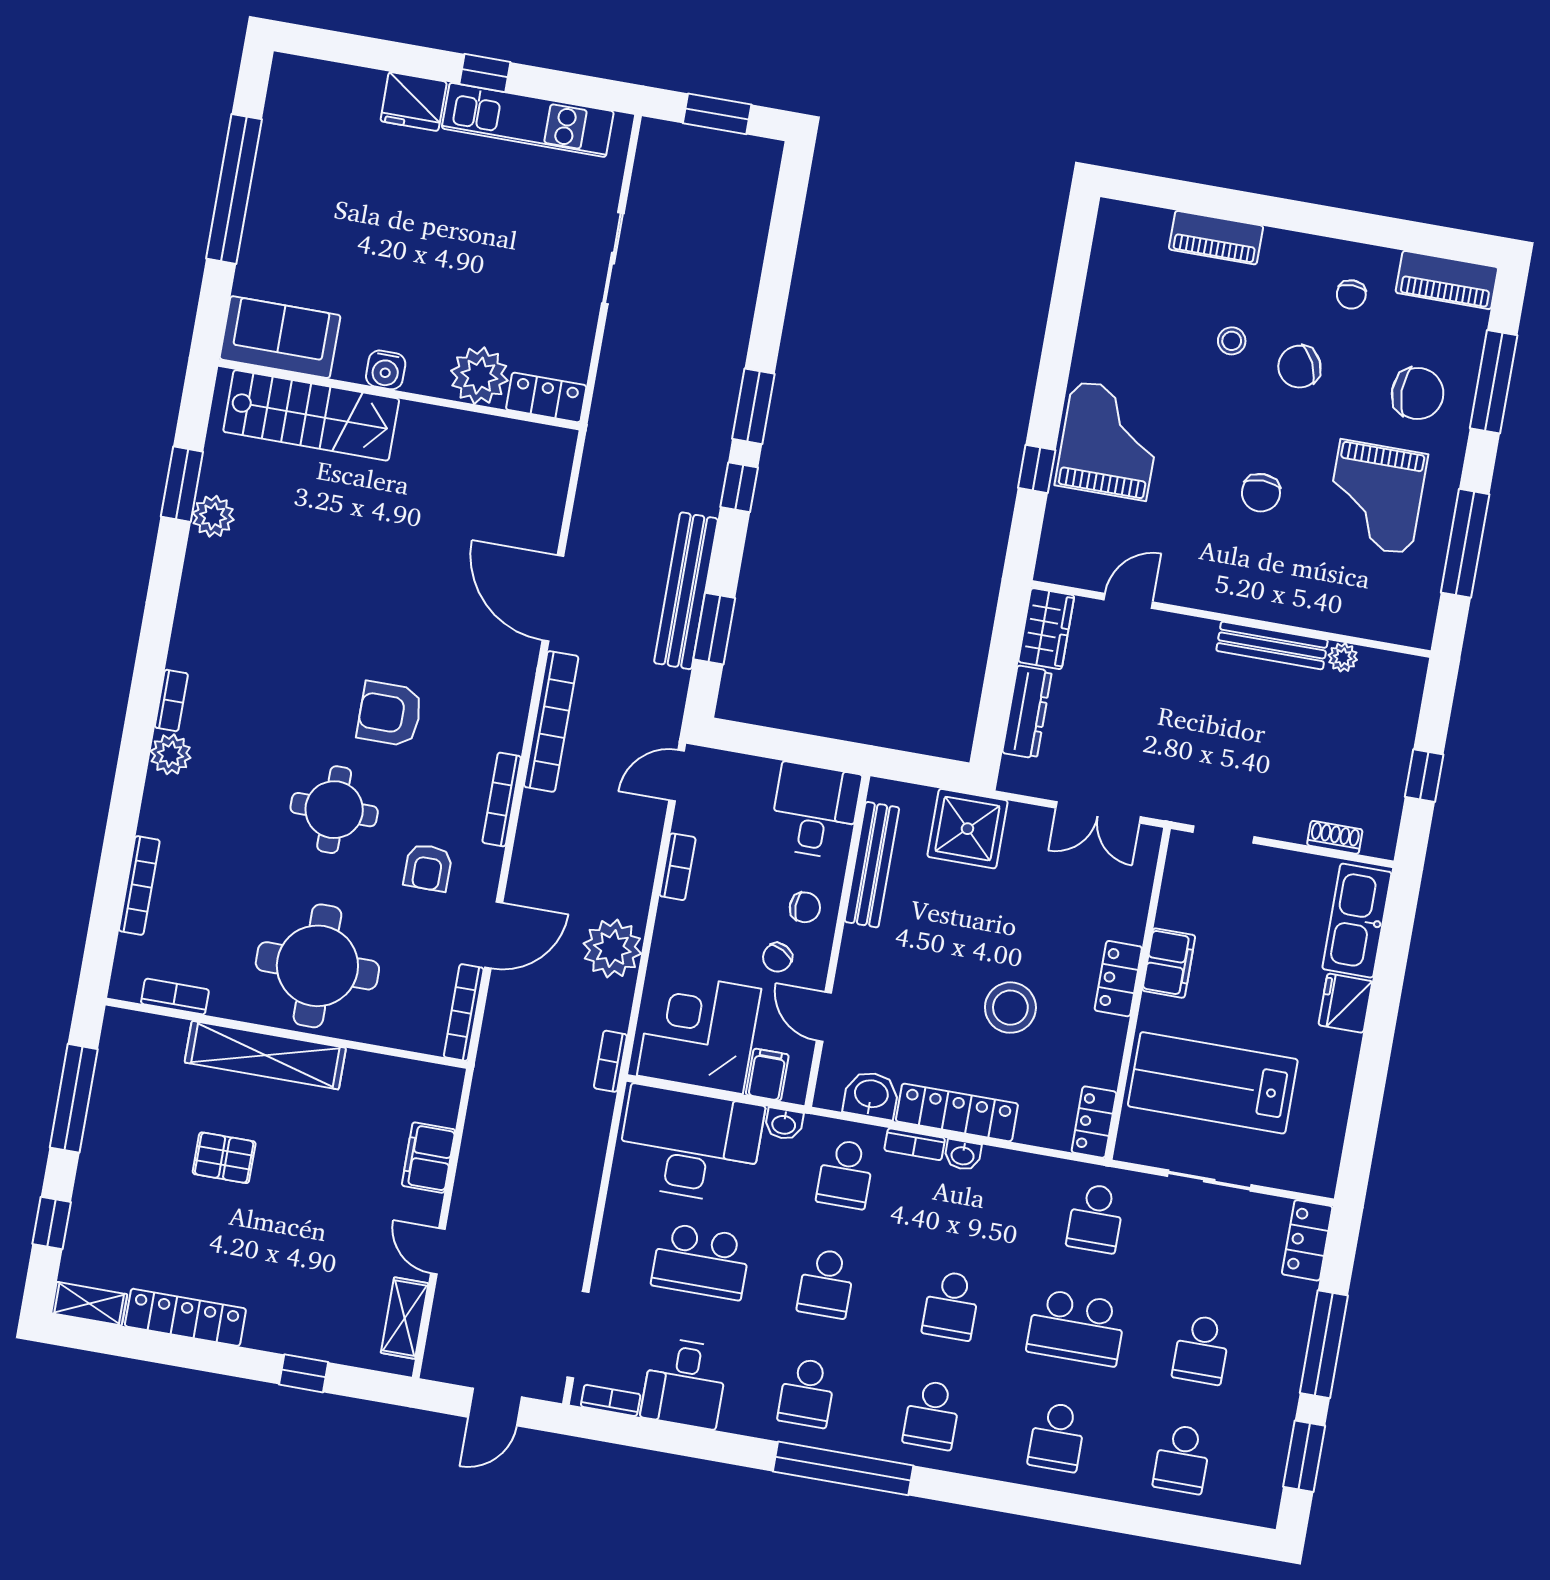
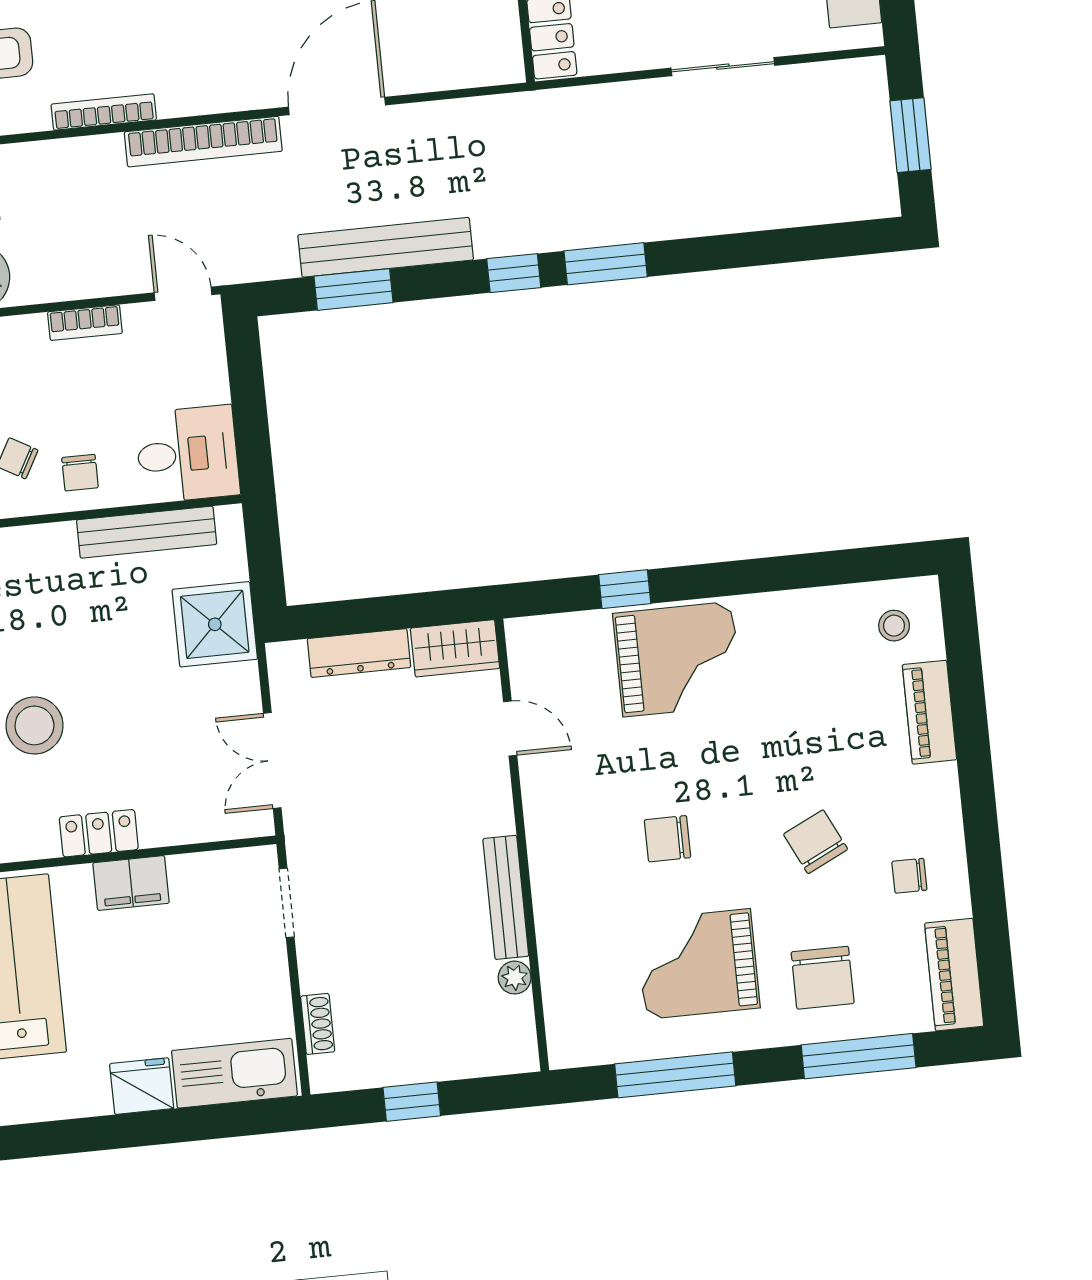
stool: (1232, 341) -> (894, 626), moved

